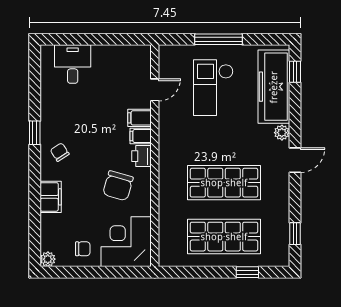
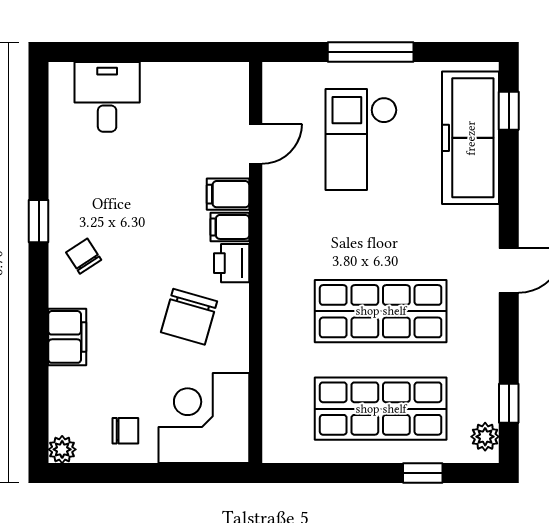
plant: (282, 133) -> (485, 437), moved

